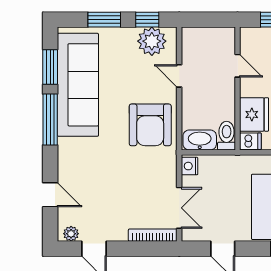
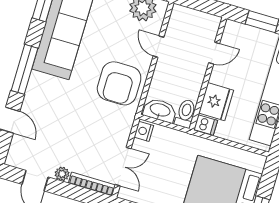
door: (238, 66) -> (214, 53), hinge flipped
window: (50, 120) -> (25, 69), moved
plant: (71, 234) -> (62, 174), moved

